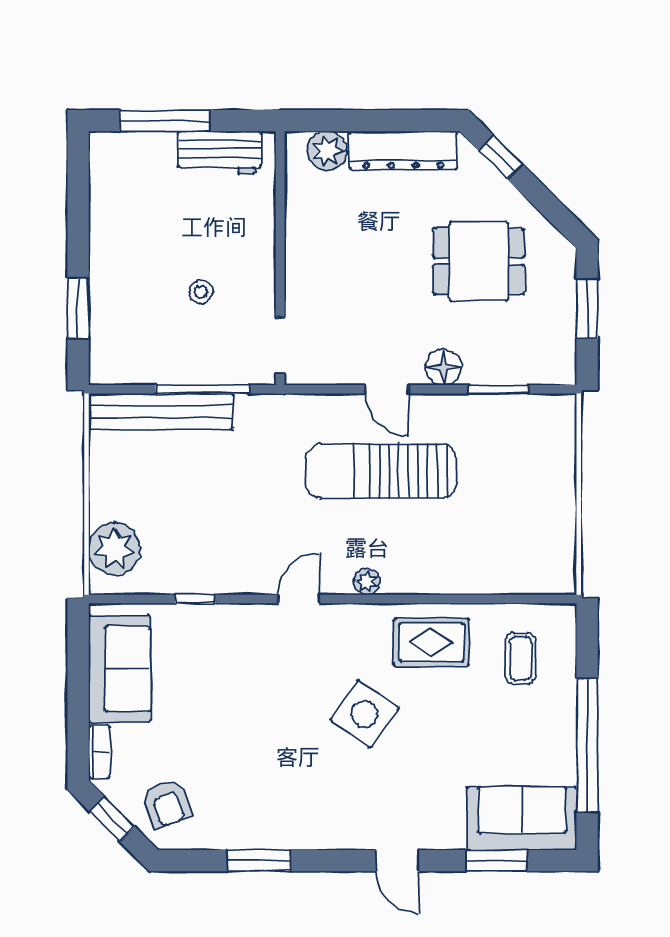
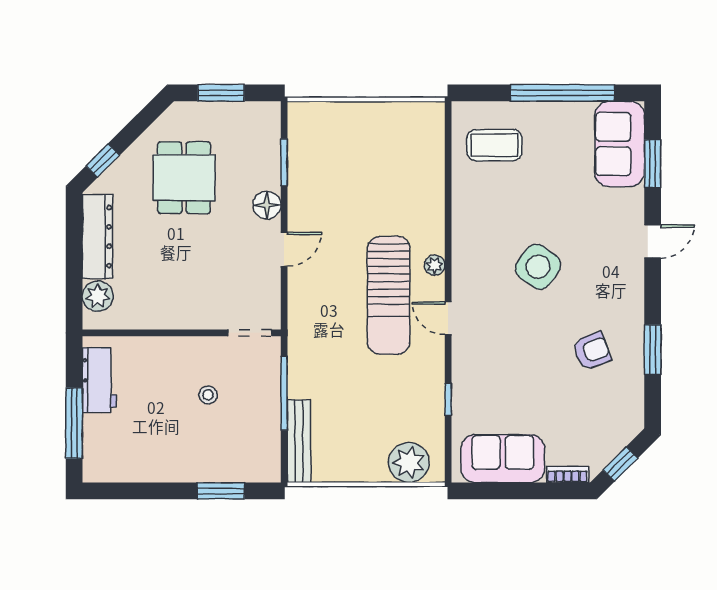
bench: (161, 411) -> (299, 441), width x0.73, depth x0.82
sun lounger: (381, 471) -> (389, 295), moved
rug: (431, 642) -> (482, 215), removed
coffee table: (520, 658) -> (494, 145), width x1.36, depth x1.30
armchair: (167, 804) -> (592, 351), moved

